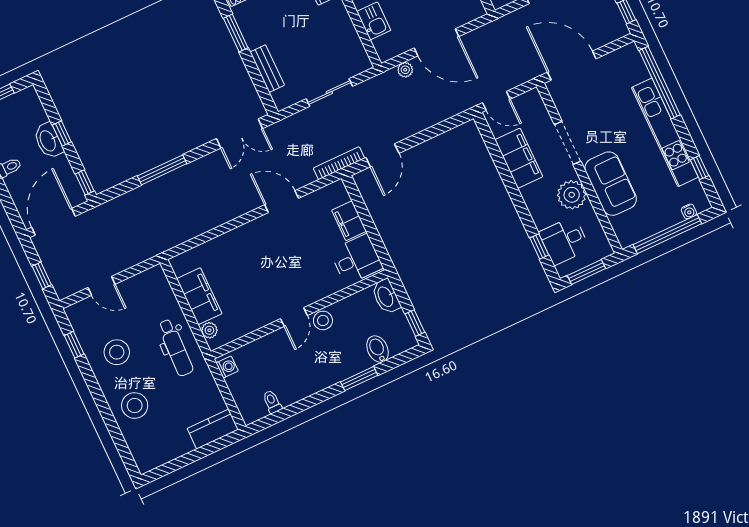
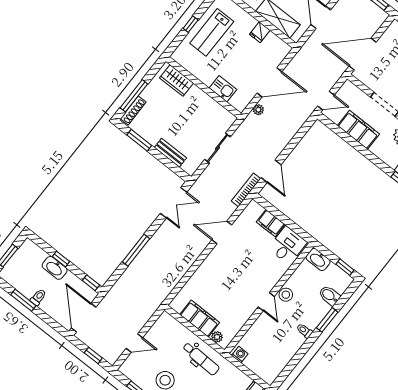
toilet: (272, 402) -> (304, 331), moved

